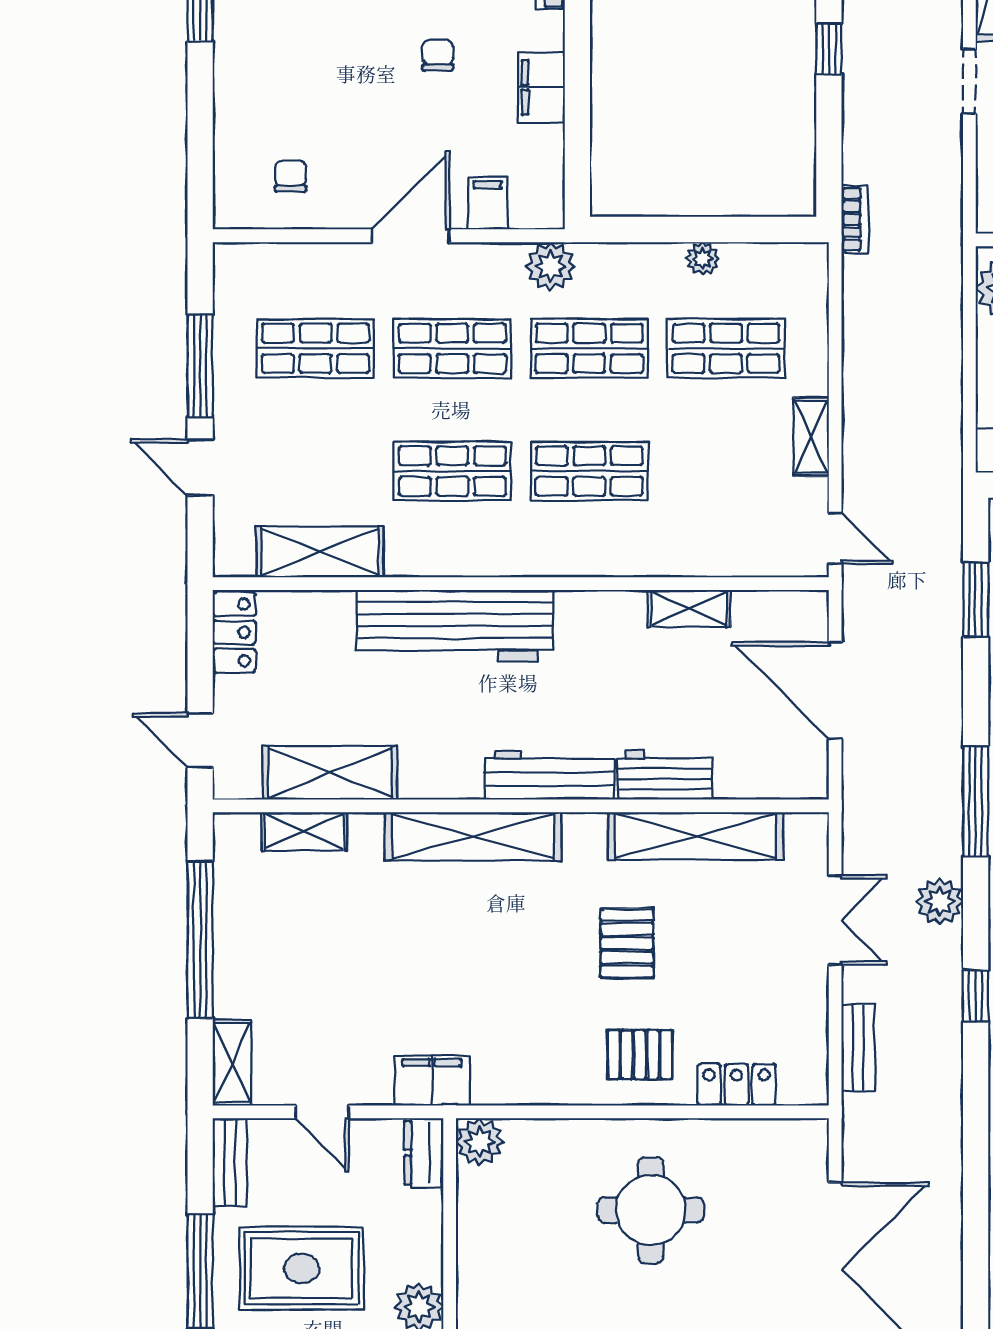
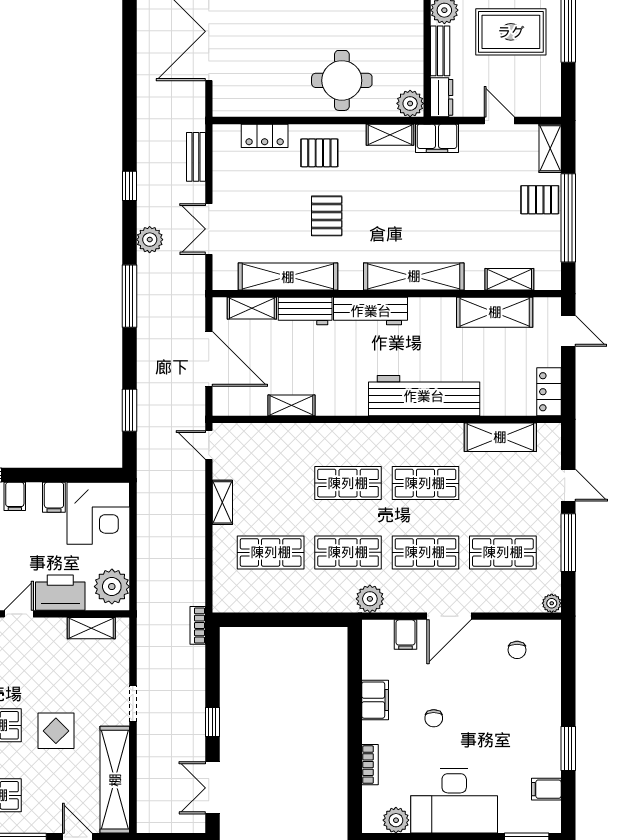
plant: (702, 259) -> (552, 603), moved
shelving: (759, 780) -> (252, 308), added
pallet: (250, 972) -> (540, 200), added
shelving: (515, 1087) -> (390, 135), added
bench: (230, 1162) -> (440, 51), moved
round table: (651, 1210) -> (342, 80), moved

